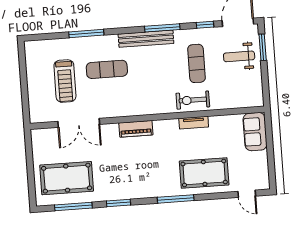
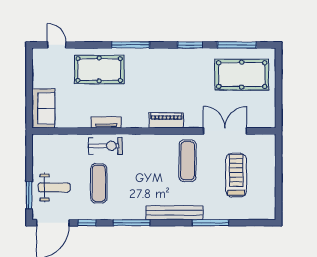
bench: (146, 39) -> (174, 213), moved
exercise mat: (107, 69) -> (188, 161), moved, turned 90

